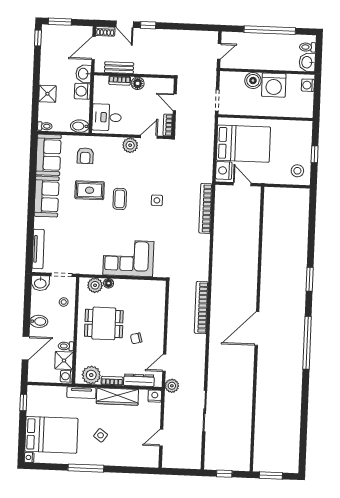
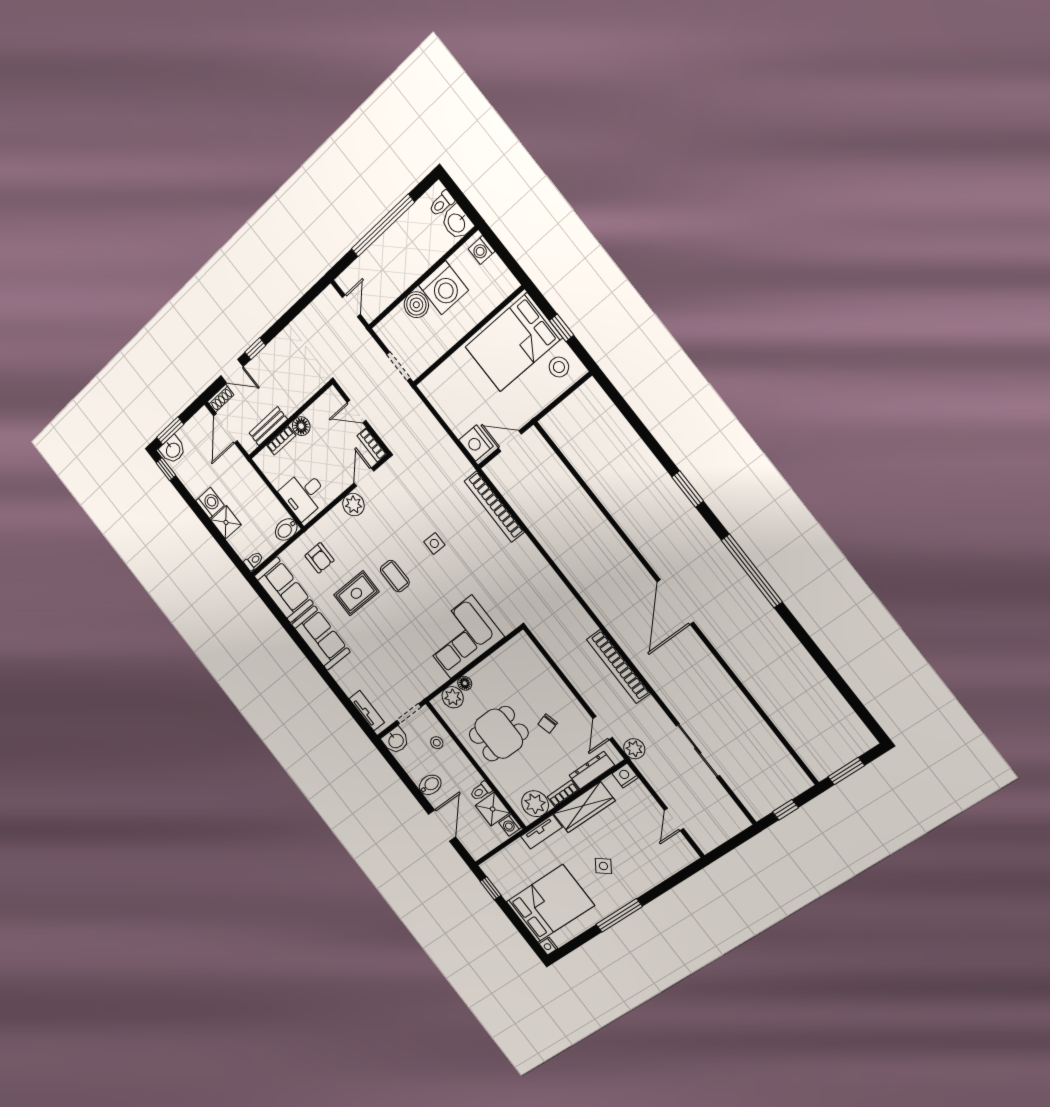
washbasin: (84, 74) -> (173, 450), moved, turned -90
washing machine: (82, 91) -> (210, 503), moved, turned 180
bed: (243, 144) -> (514, 342), moved, turned 180
tv unit: (38, 249) -> (367, 711), width x0.71
bookcase: (201, 308) -> (618, 667), moved

